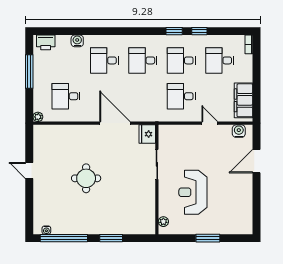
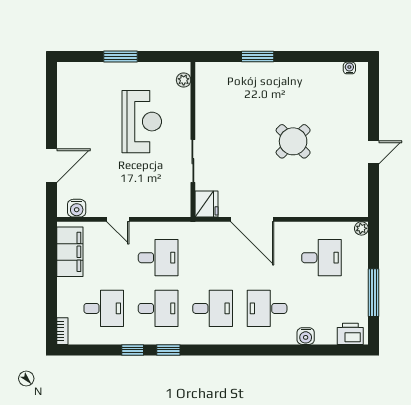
desk: (104, 60) -> (267, 308), turned 180
door: (29, 170) -> (374, 152), hinge flipped
round table: (86, 178) -> (293, 141), turned 45
window: (64, 238) -> (325, 57), removed

